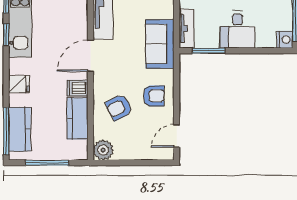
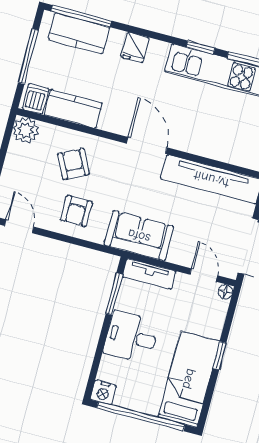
dishwasher: (77, 88) -> (36, 99), moved

